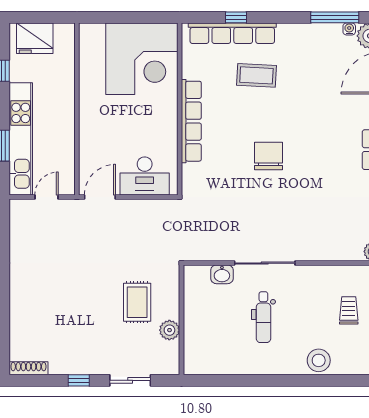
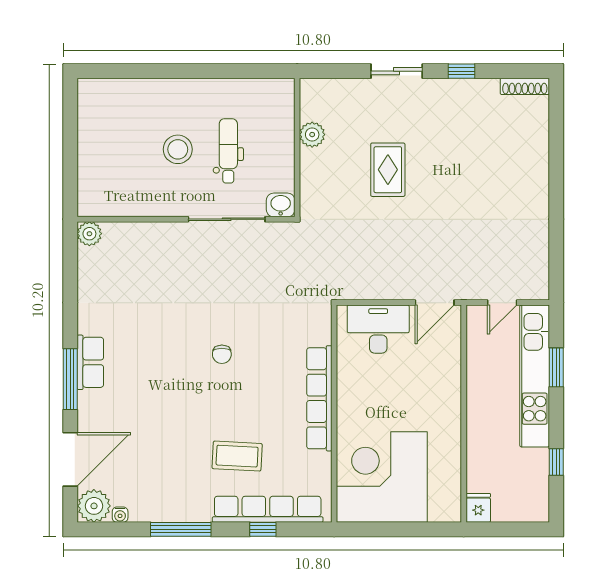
window: (335, 17) -> (181, 529), moved
fridge: (35, 38) -> (478, 508), moved, width x0.53, depth x0.75
chair: (269, 156) -> (222, 354), width x0.54, depth x0.54
trolley: (349, 310) -> (121, 159), removed
wall: (181, 320) -> (297, 147), moved
plant: (169, 330) -> (312, 135), moved
stool: (319, 360) -> (178, 149), moved

